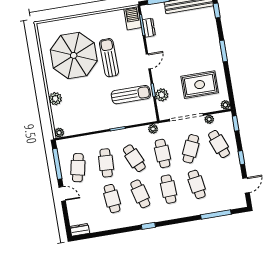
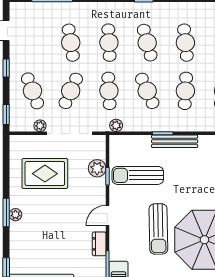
dresser: (149, 28) -> (99, 244), moved
plant: (225, 105) -> (15, 215), moved
bench: (108, 124) -> (175, 141), added

